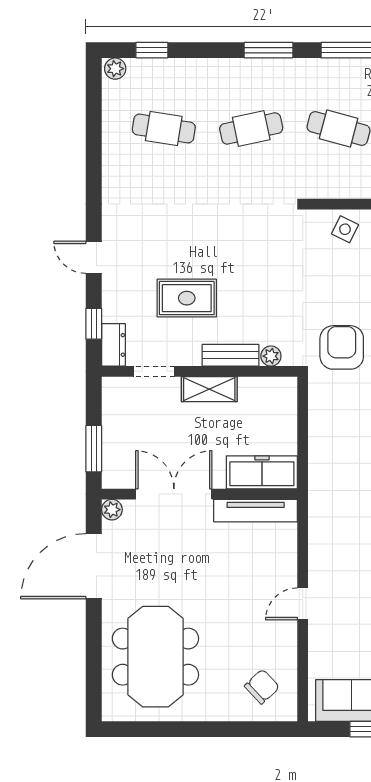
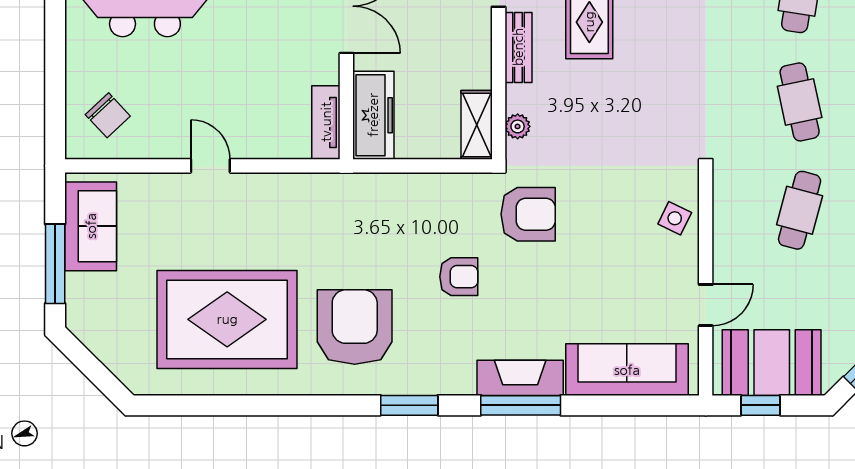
bench: (230, 355) -> (518, 47), moved
shelving: (209, 389) -> (477, 125), moved
tv unit: (256, 511) -> (326, 122), width x0.71

